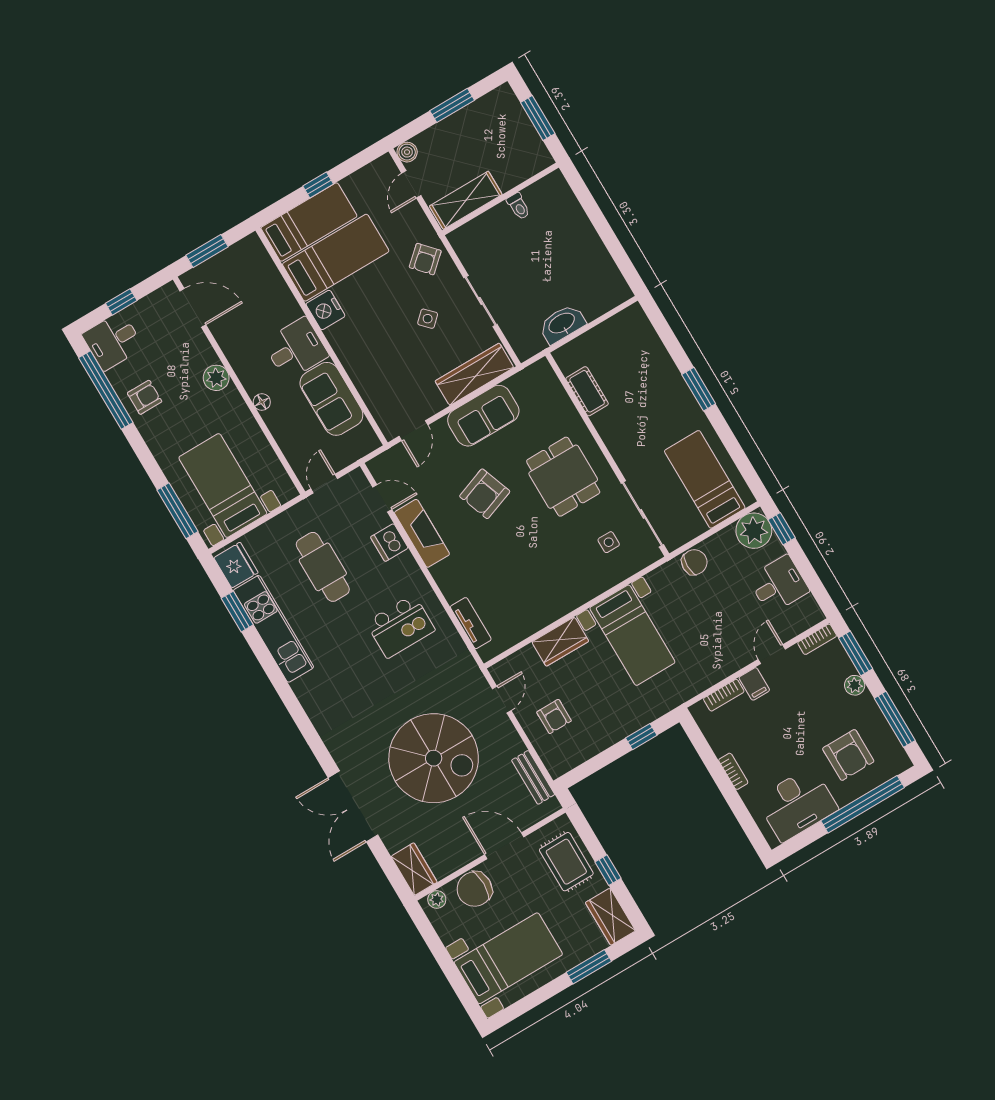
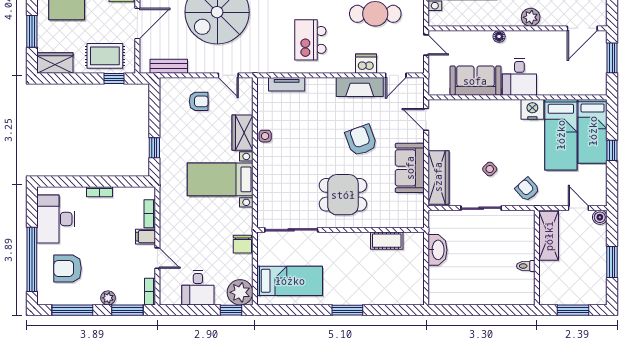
side table: (609, 542) -> (265, 136), moved
armchair: (554, 716) -> (199, 101), turned 180
window: (608, 870) -> (114, 78), moved

